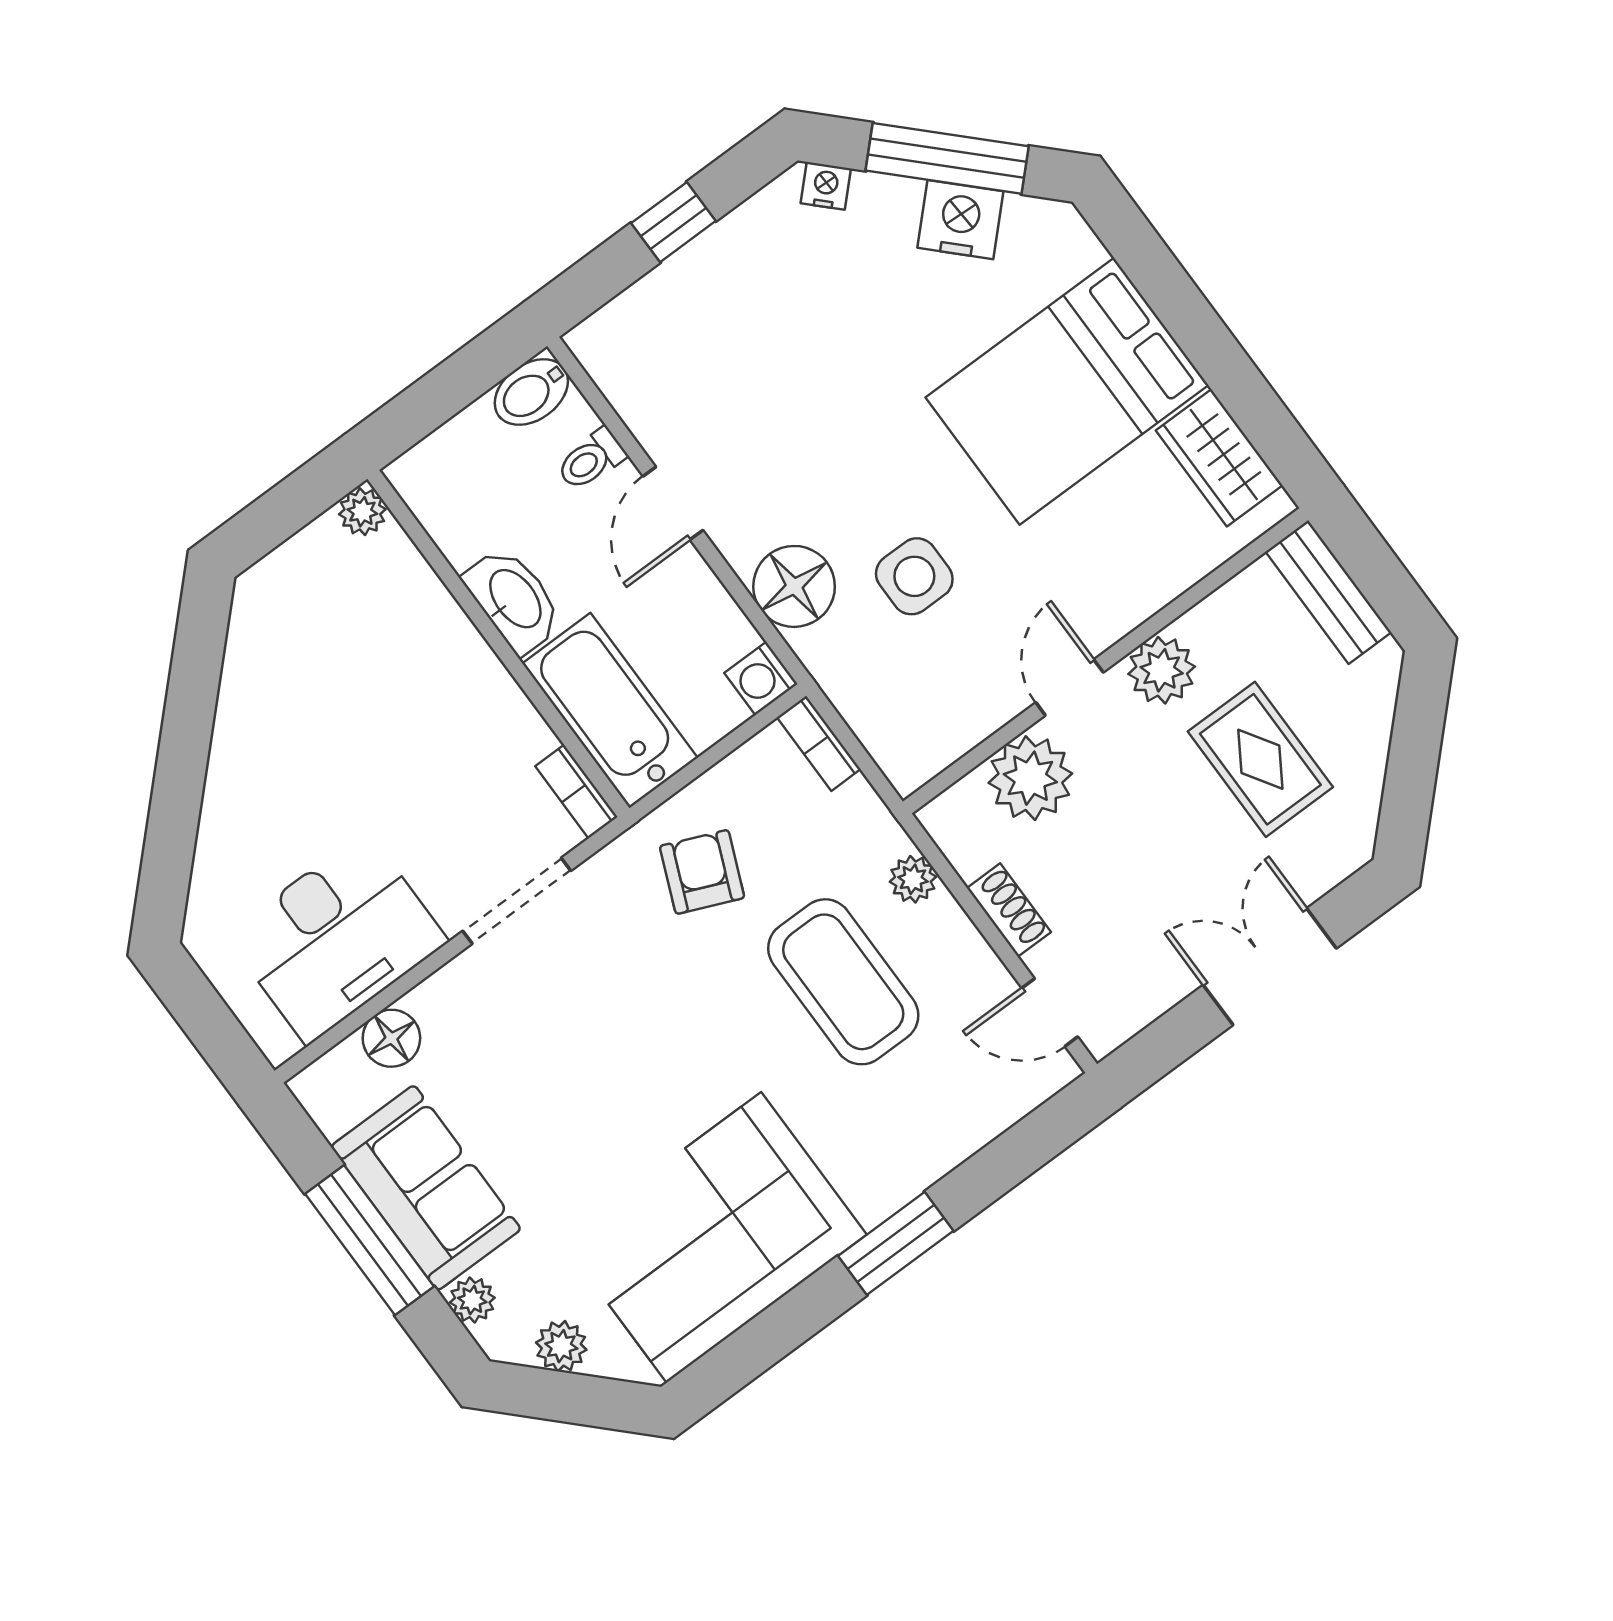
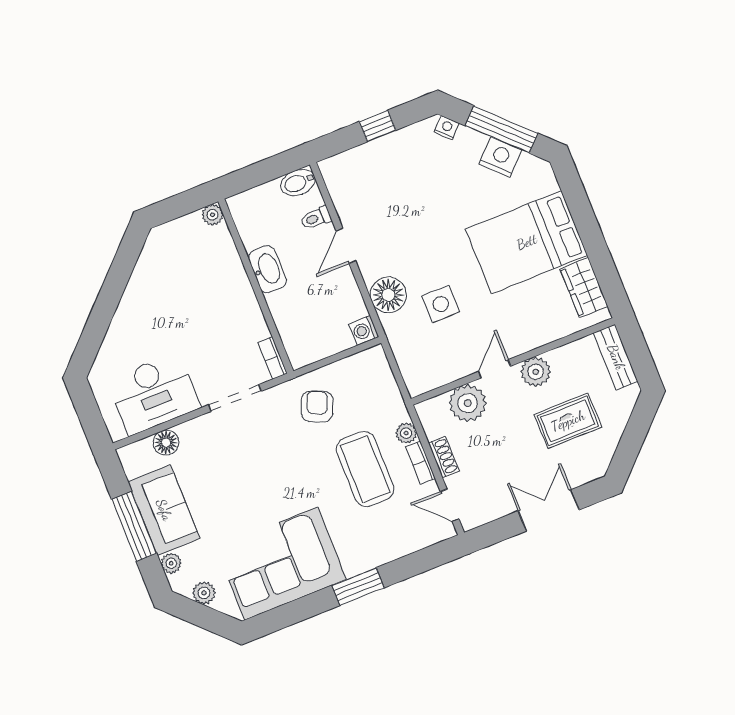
bathtub: (610, 711) -> (296, 327), removed
bookcase: (819, 743) -> (420, 463), moved
rug: (1260, 759) -> (568, 421), turned 90

